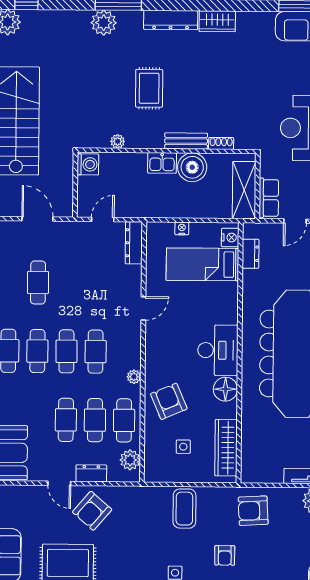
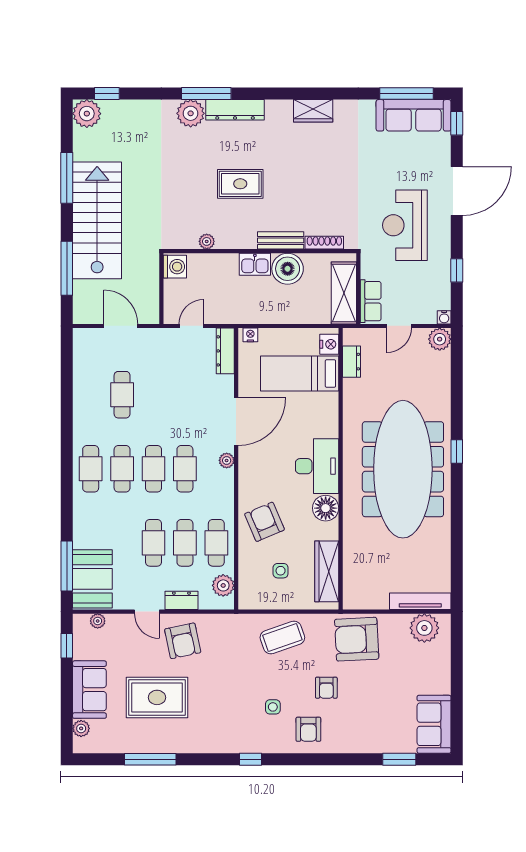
dresser: (171, 20) -> (235, 110), moved
rug: (149, 88) -> (240, 184), turned 90
shoe rack: (221, 143) -> (324, 243), width x1.43
nightstand: (182, 228) -> (250, 335), moved
door: (143, 308) -> (236, 422), width x1.88
plant: (134, 377) -> (227, 460), moved
plant: (14, 492) -> (98, 621), added
coffee table: (184, 509) -> (282, 638), turned 71
armchair: (92, 511) -> (183, 641), turned -53
armchair: (253, 511) -> (357, 639), width x1.36, depth x1.36

